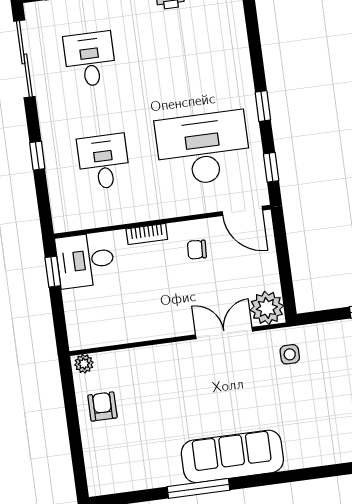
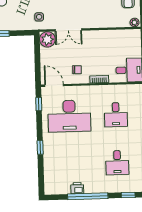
window: (263, 106) -> (40, 147), moved

